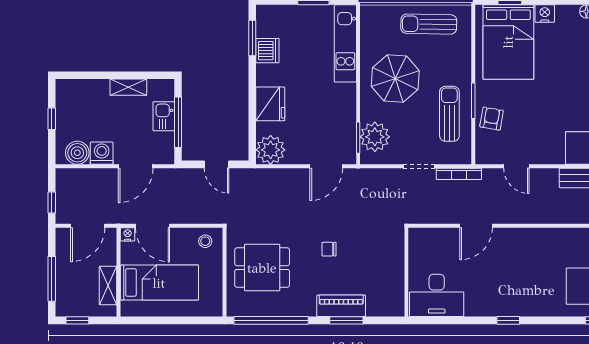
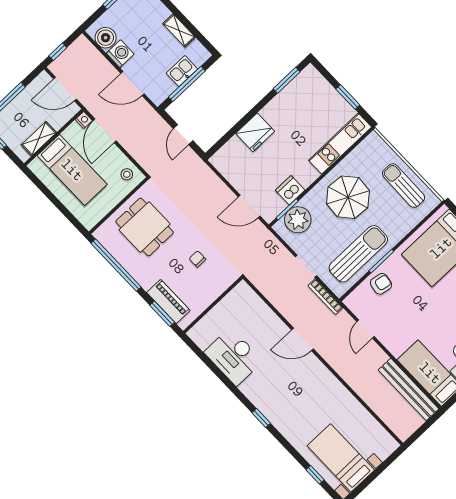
dishwasher: (267, 51) -> (290, 190), moved, turned 180
sun lounger: (449, 114) -> (358, 254), width x1.36, depth x1.34
plant: (271, 150) -> (226, 160), removed
wall: (406, 272) -> (213, 305), moved

